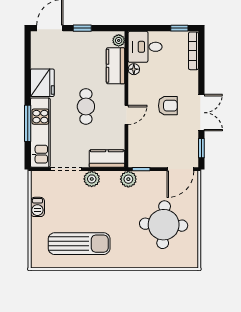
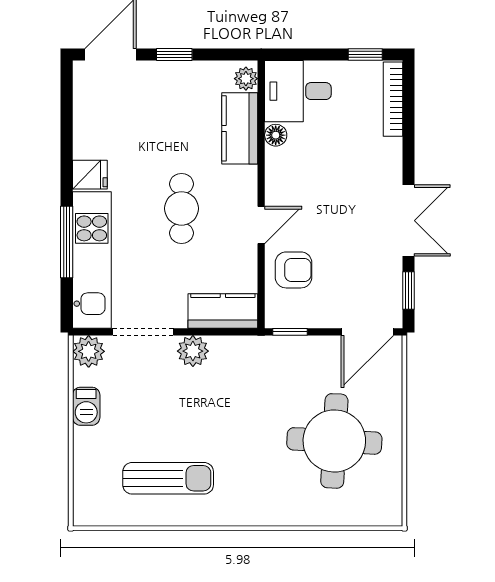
fridge: (42, 83) -> (90, 175), width x0.53, depth x0.75
armchair: (168, 106) -> (294, 270), moved
plant: (128, 179) -> (89, 351), moved
sun lounger: (79, 244) -> (168, 478), width x0.73, depth x0.75

